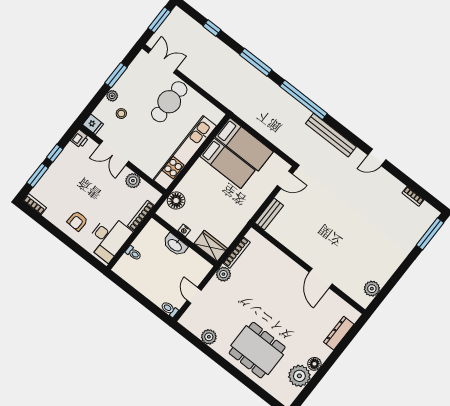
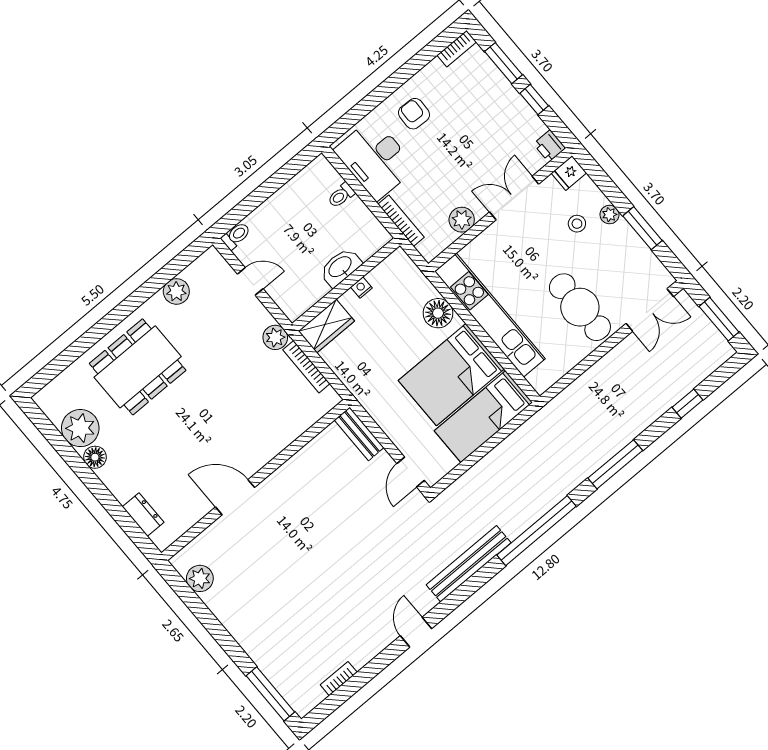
bed: (227, 163) -> (451, 375), width x1.50
floor lamp: (176, 201) -> (438, 313), moved
dresser: (339, 333) -> (143, 515), width x0.70

